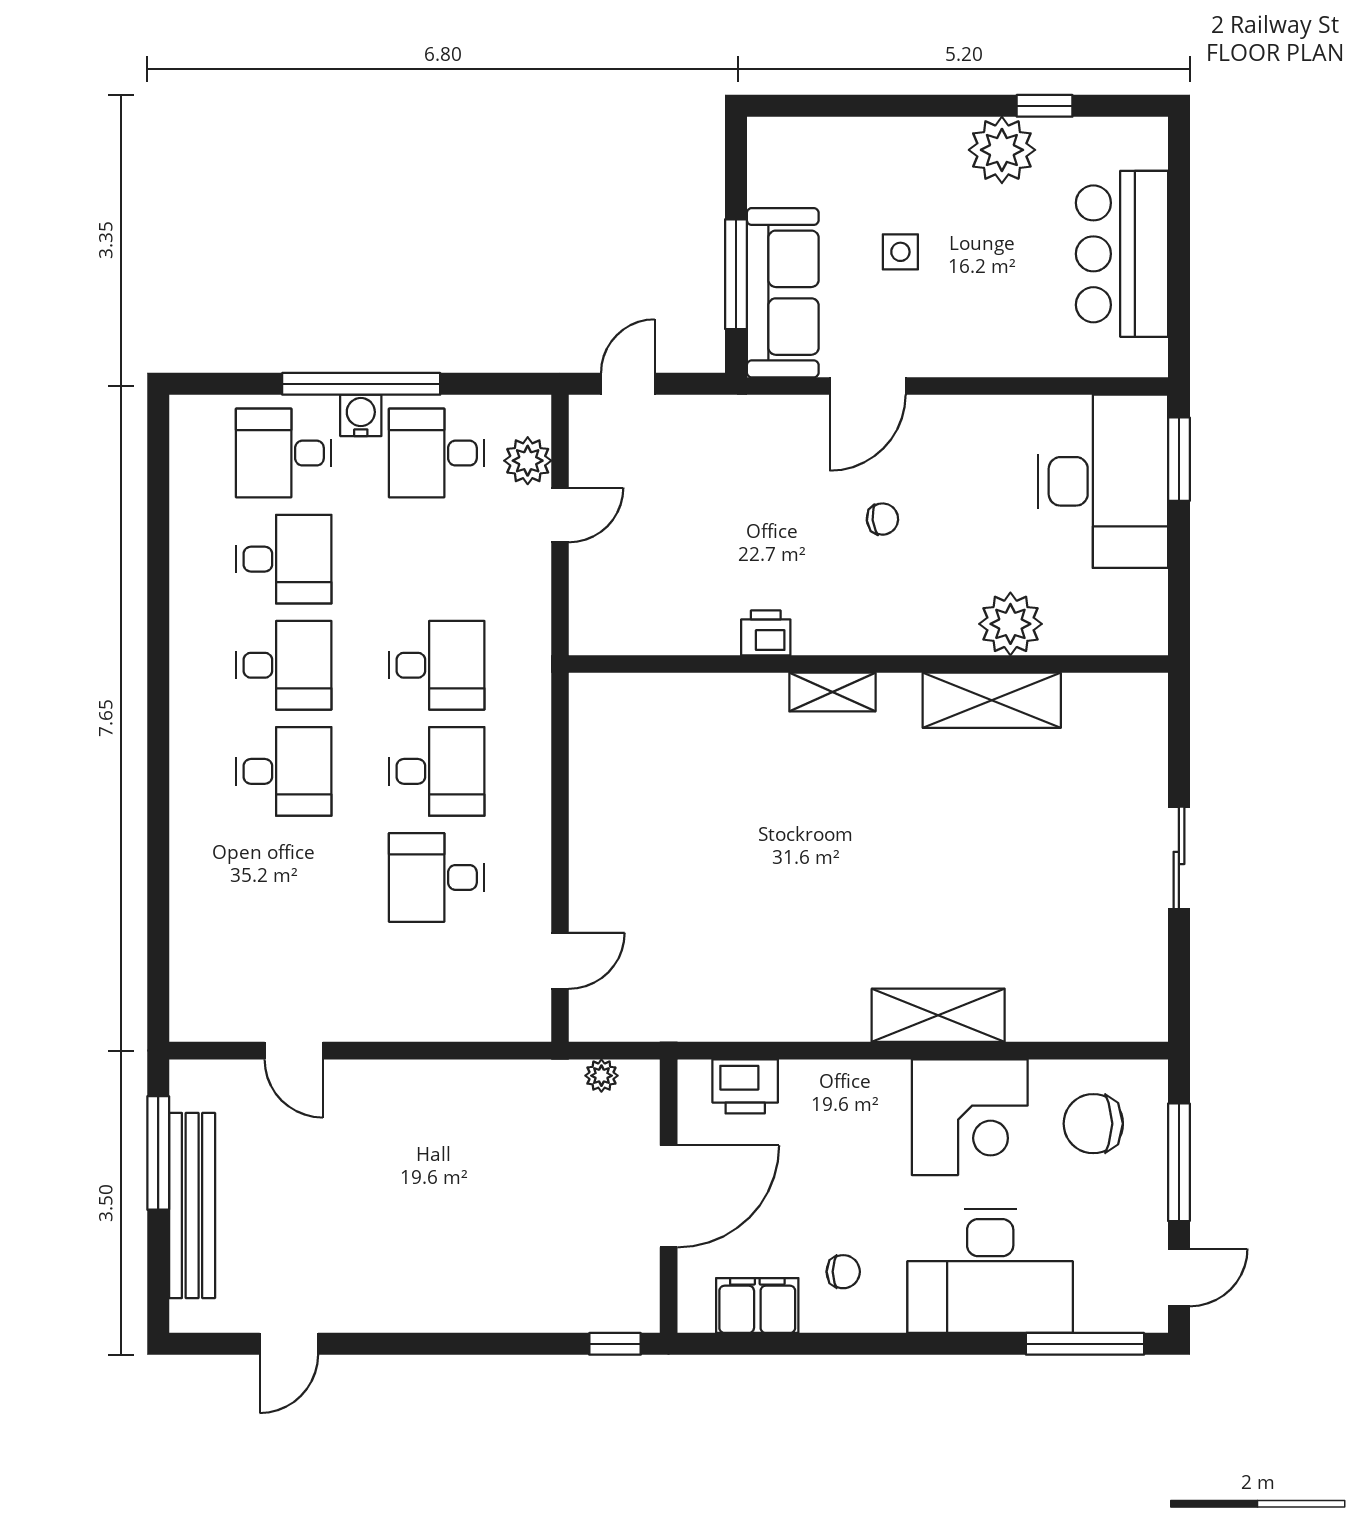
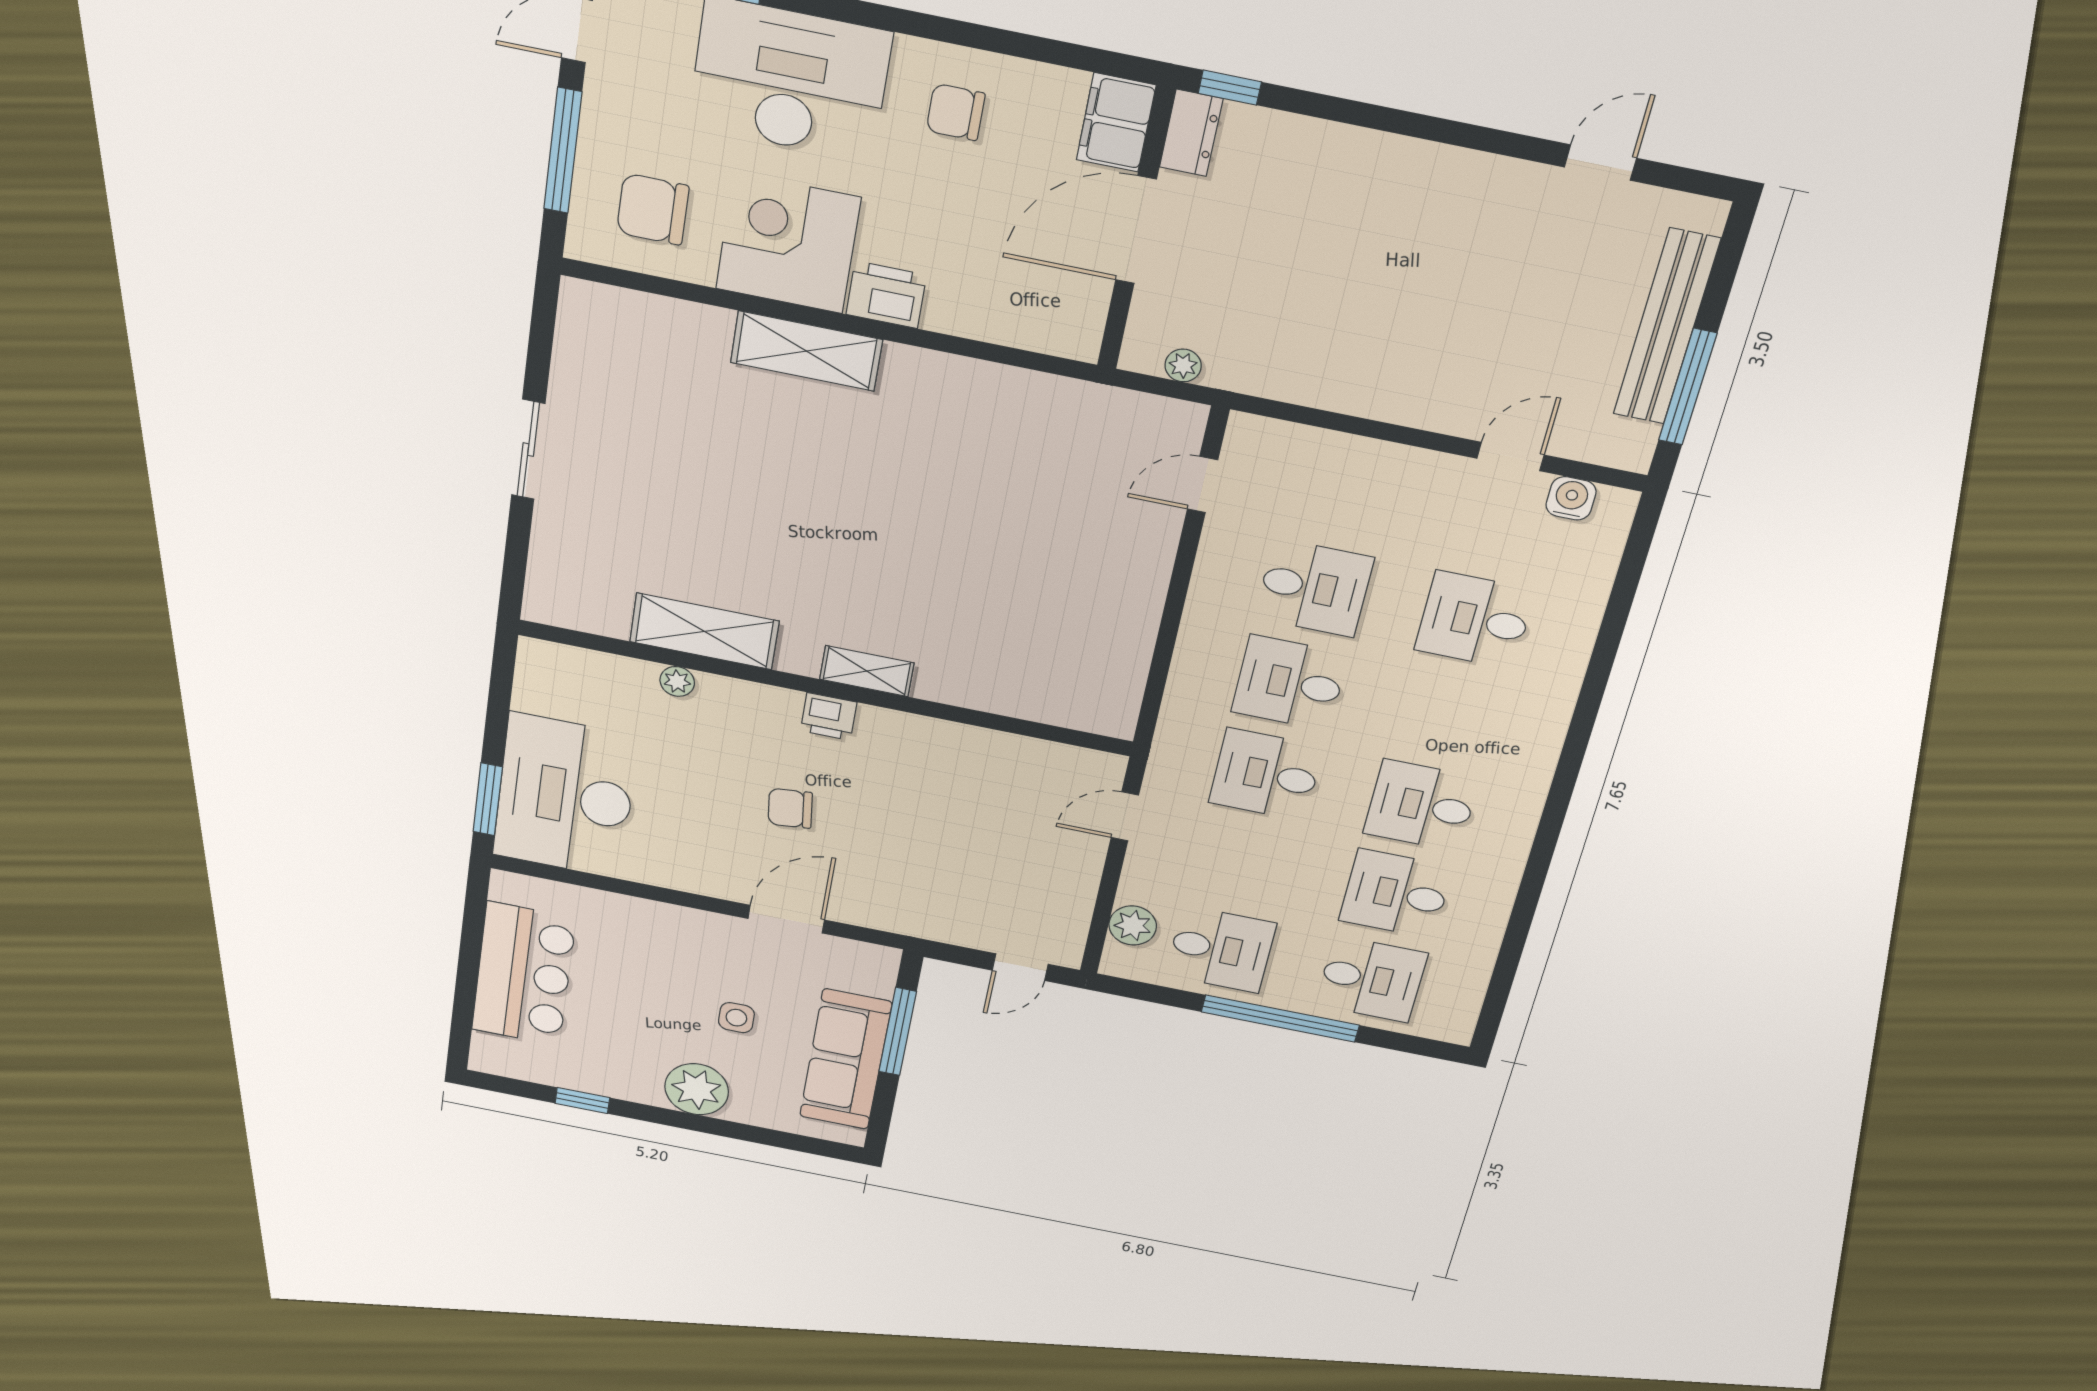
plant: (1002, 150) -> (697, 1089), moved
sofa: (783, 293) -> (846, 1059), moved
water cooler: (361, 415) -> (1571, 498), moved, turned 180
door: (560, 515) -> (1125, 816), moved
chair: (882, 519) -> (790, 808), width x1.37, depth x1.37
plant: (1010, 624) -> (677, 681), width x0.53, depth x0.53
printer: (766, 633) -> (829, 717), moved
desk: (284, 771) -> (1475, 620), moved
door: (294, 1051) -> (1511, 457), hinge flipped
printer: (745, 1086) -> (886, 295), moved
chair: (1093, 1124) -> (653, 209), turned 180
chair: (843, 1272) -> (956, 112), width x1.37, depth x1.37
dresser: (639, 1296) -> (1191, 133), added
filing cabinet: (757, 1305) -> (1116, 122), moved, turned 90

